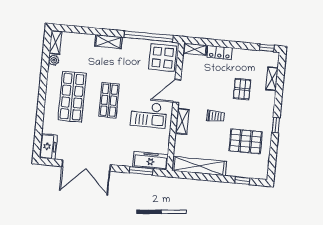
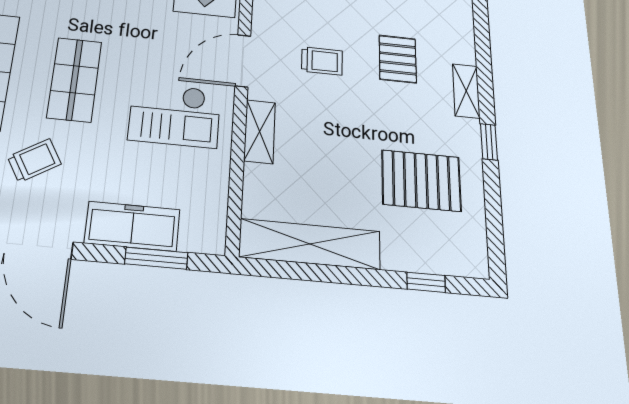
shelving: (272, 79) -> (466, 91), moved
trolley: (216, 116) -> (322, 61), moved
trolley: (95, 134) -> (34, 160), added
freezer: (151, 161) -> (132, 226), moved

